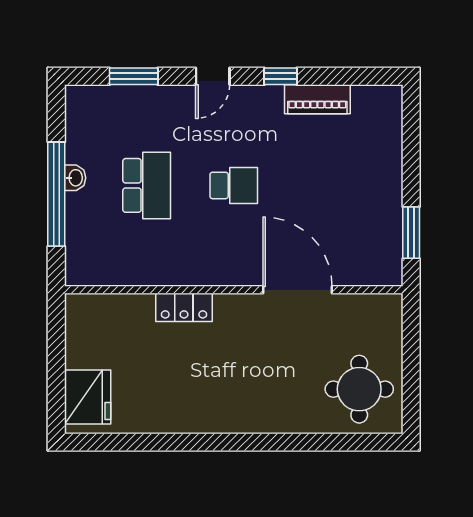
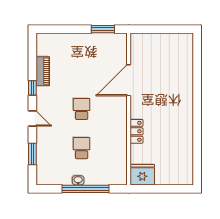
school desk: (147, 185) -> (82, 148), width x0.54
round table: (359, 389) -> (173, 52), removed
fridge: (88, 397) -> (142, 175), moved

